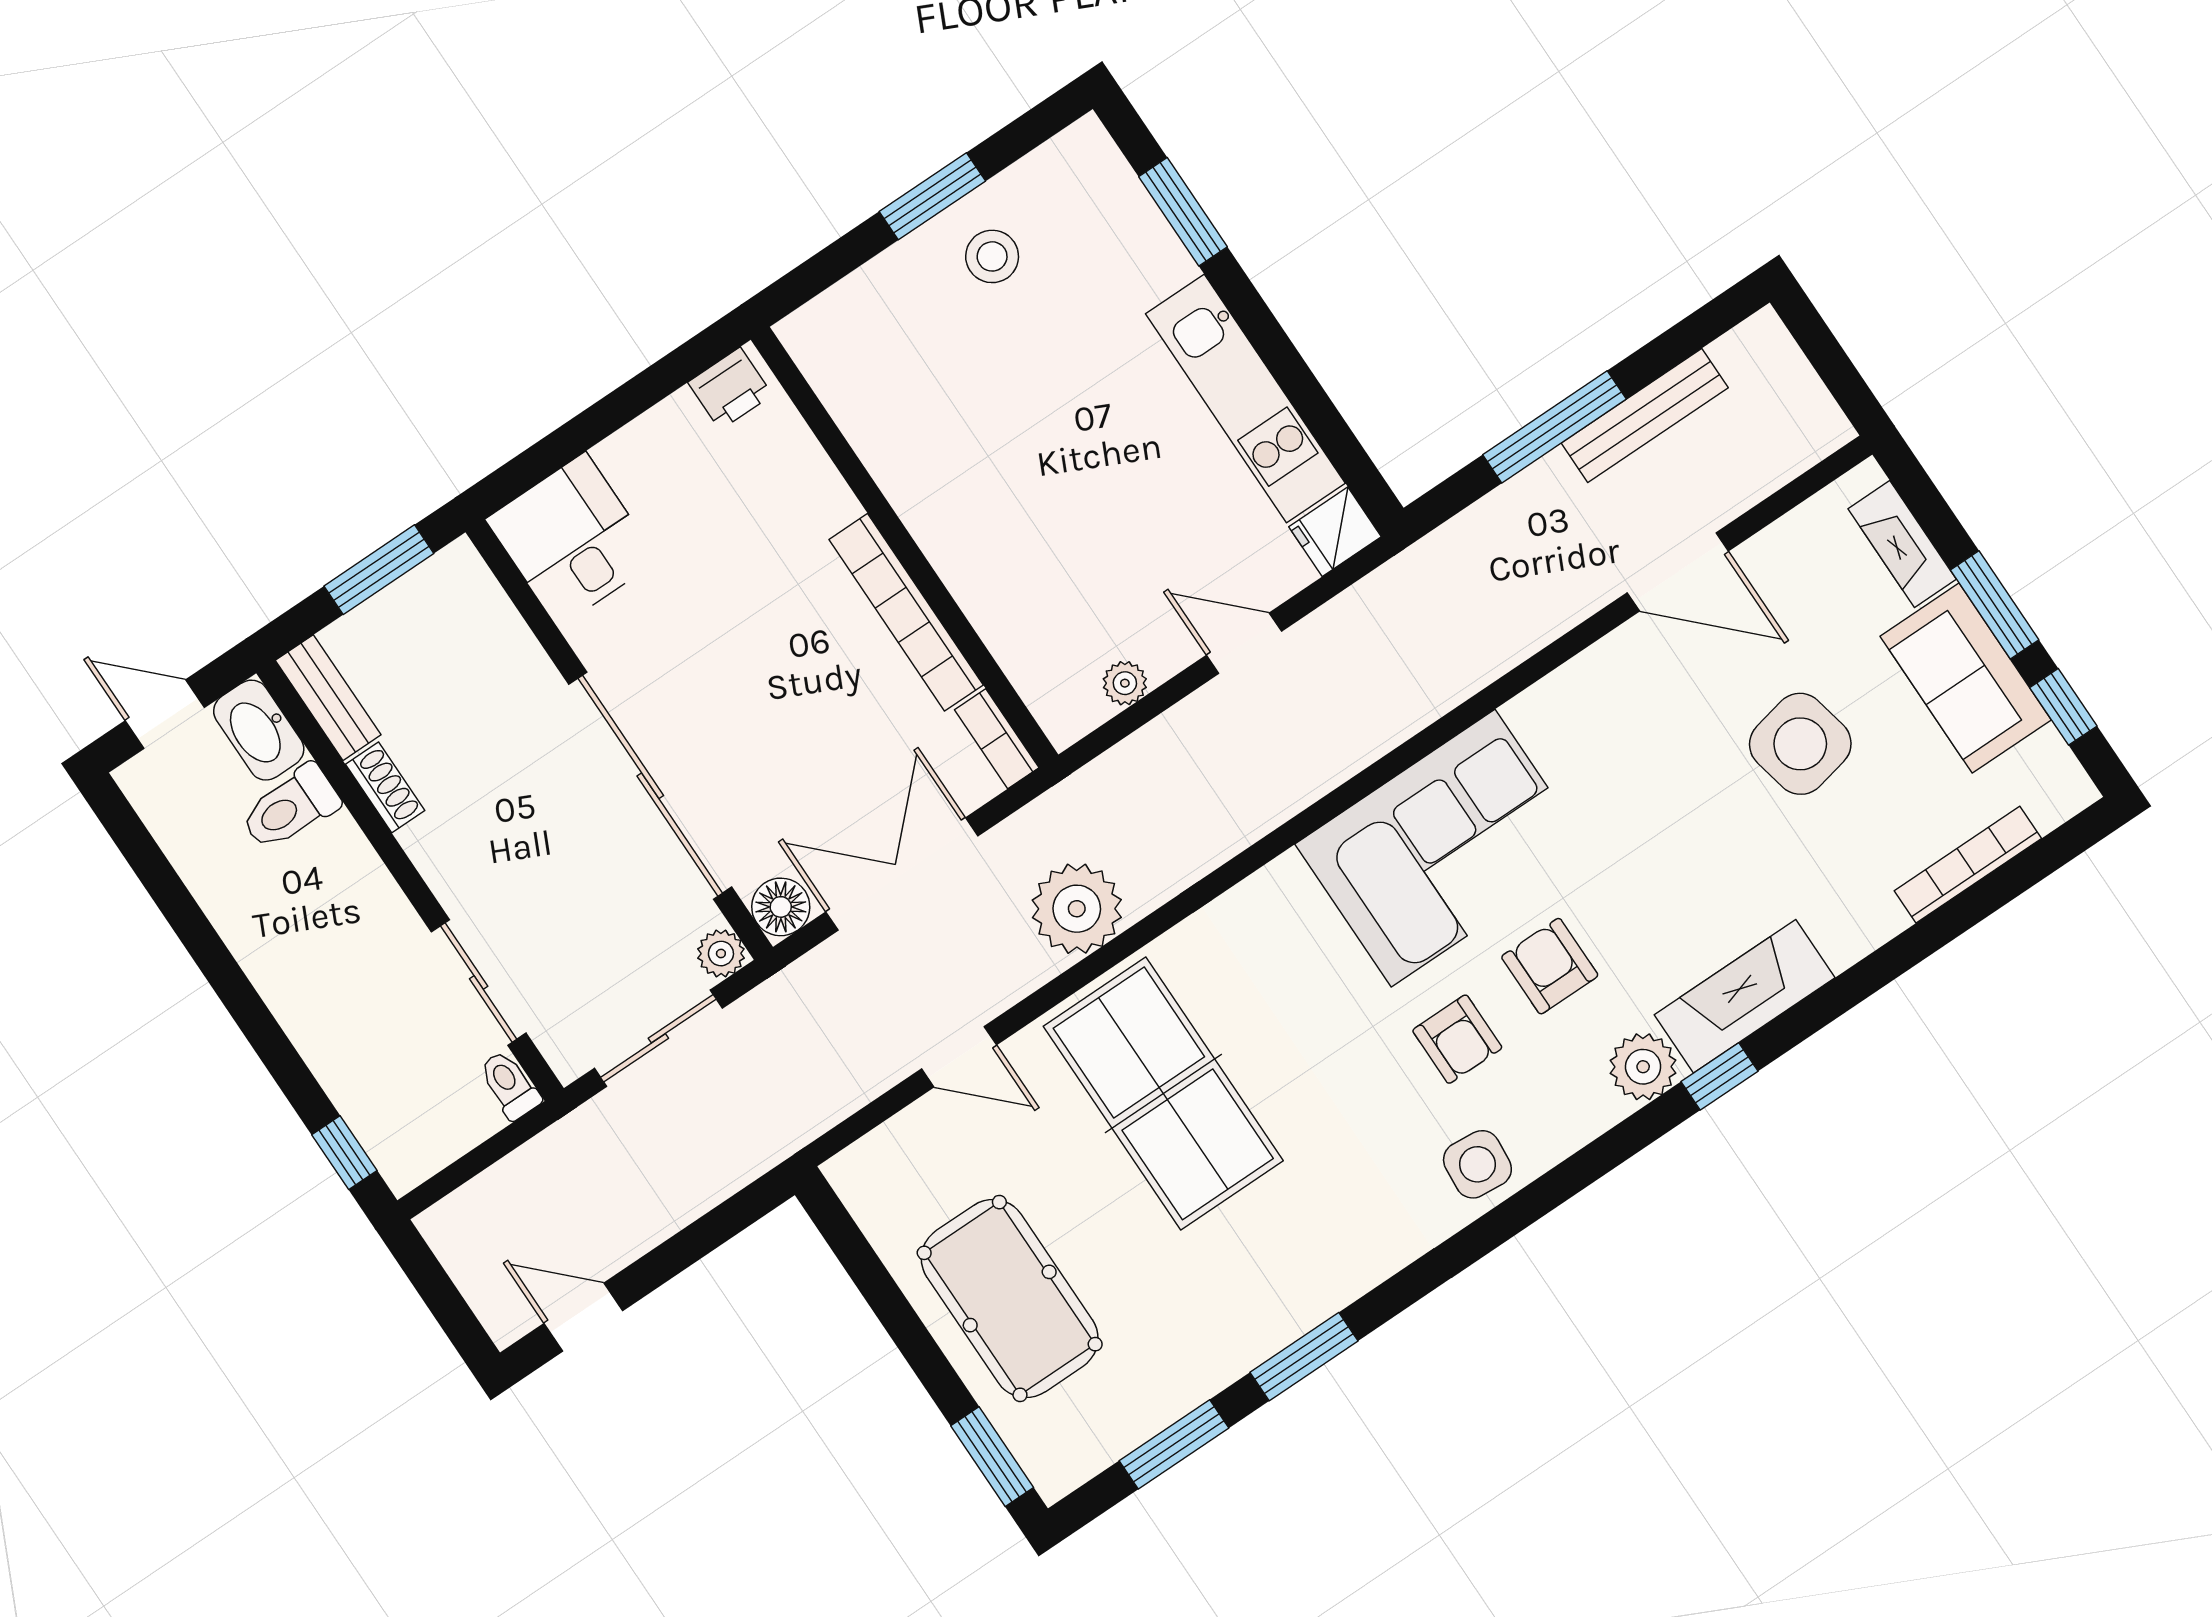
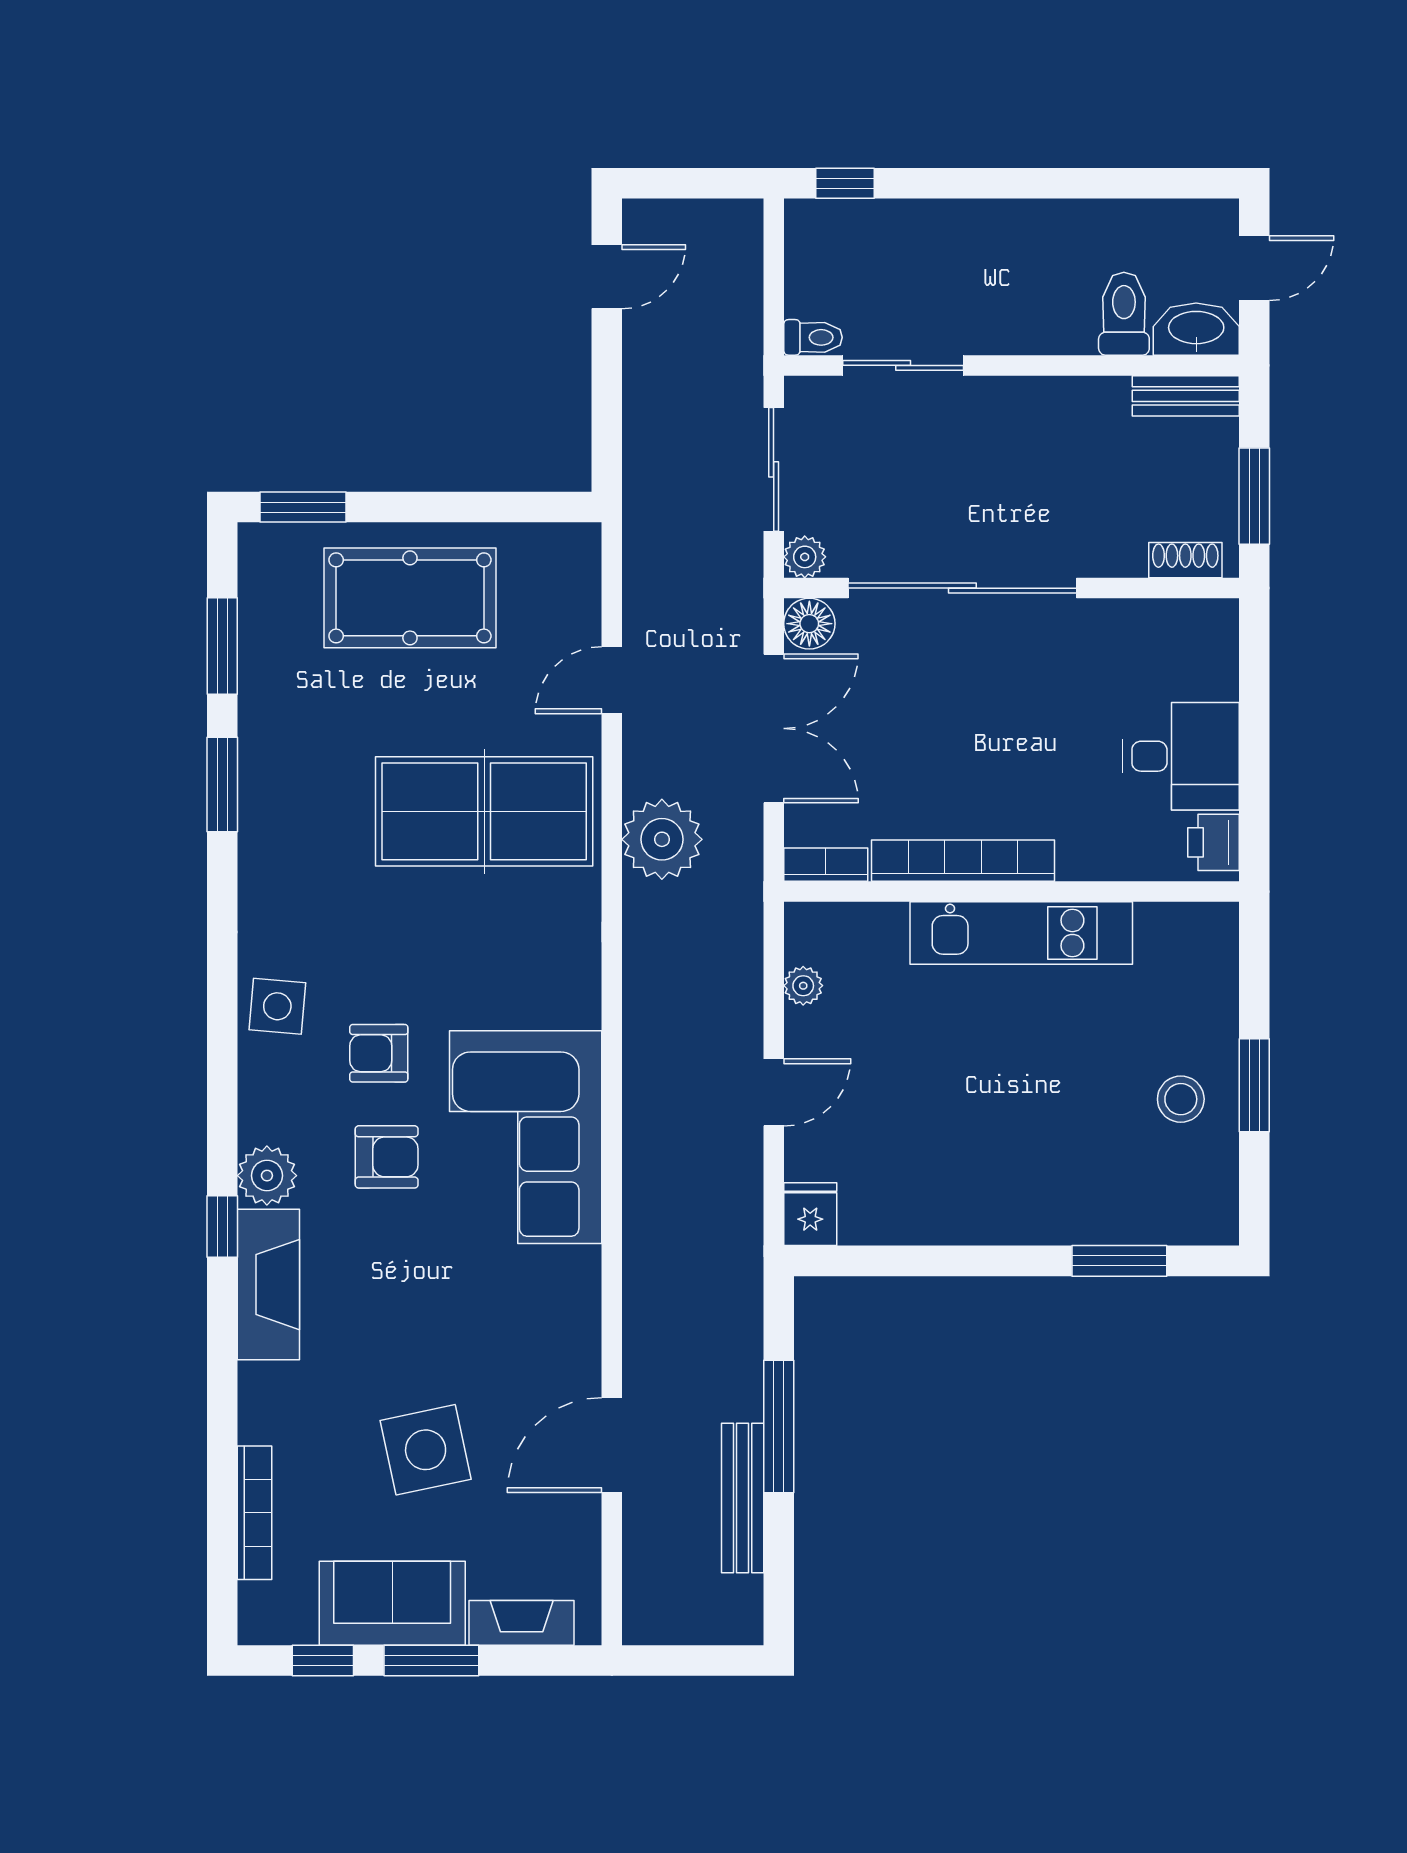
kitchen unit: (1245, 398) -> (1021, 933), moved, turned 180
desk: (572, 540) -> (1181, 756), moved
shoe rack: (385, 787) -> (1185, 560), moved, turned 180

